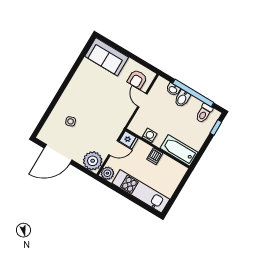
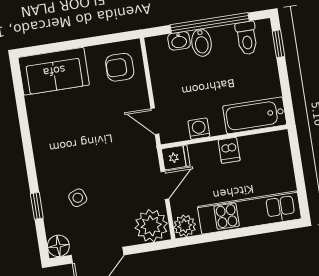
armchair: (137, 79) -> (120, 67), turned 90
door: (142, 100) -> (155, 121), moved
window: (49, 110) -> (37, 206), added
floor lamp: (44, 135) -> (58, 246), added

